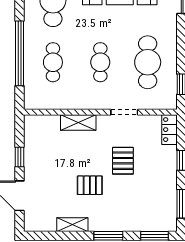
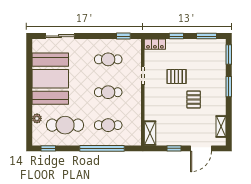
cafe table: (148, 62) -> (108, 59), width x0.73, depth x0.74
shelving: (78, 122) -> (150, 133), moved
shelving: (72, 225) -> (221, 127), moved

